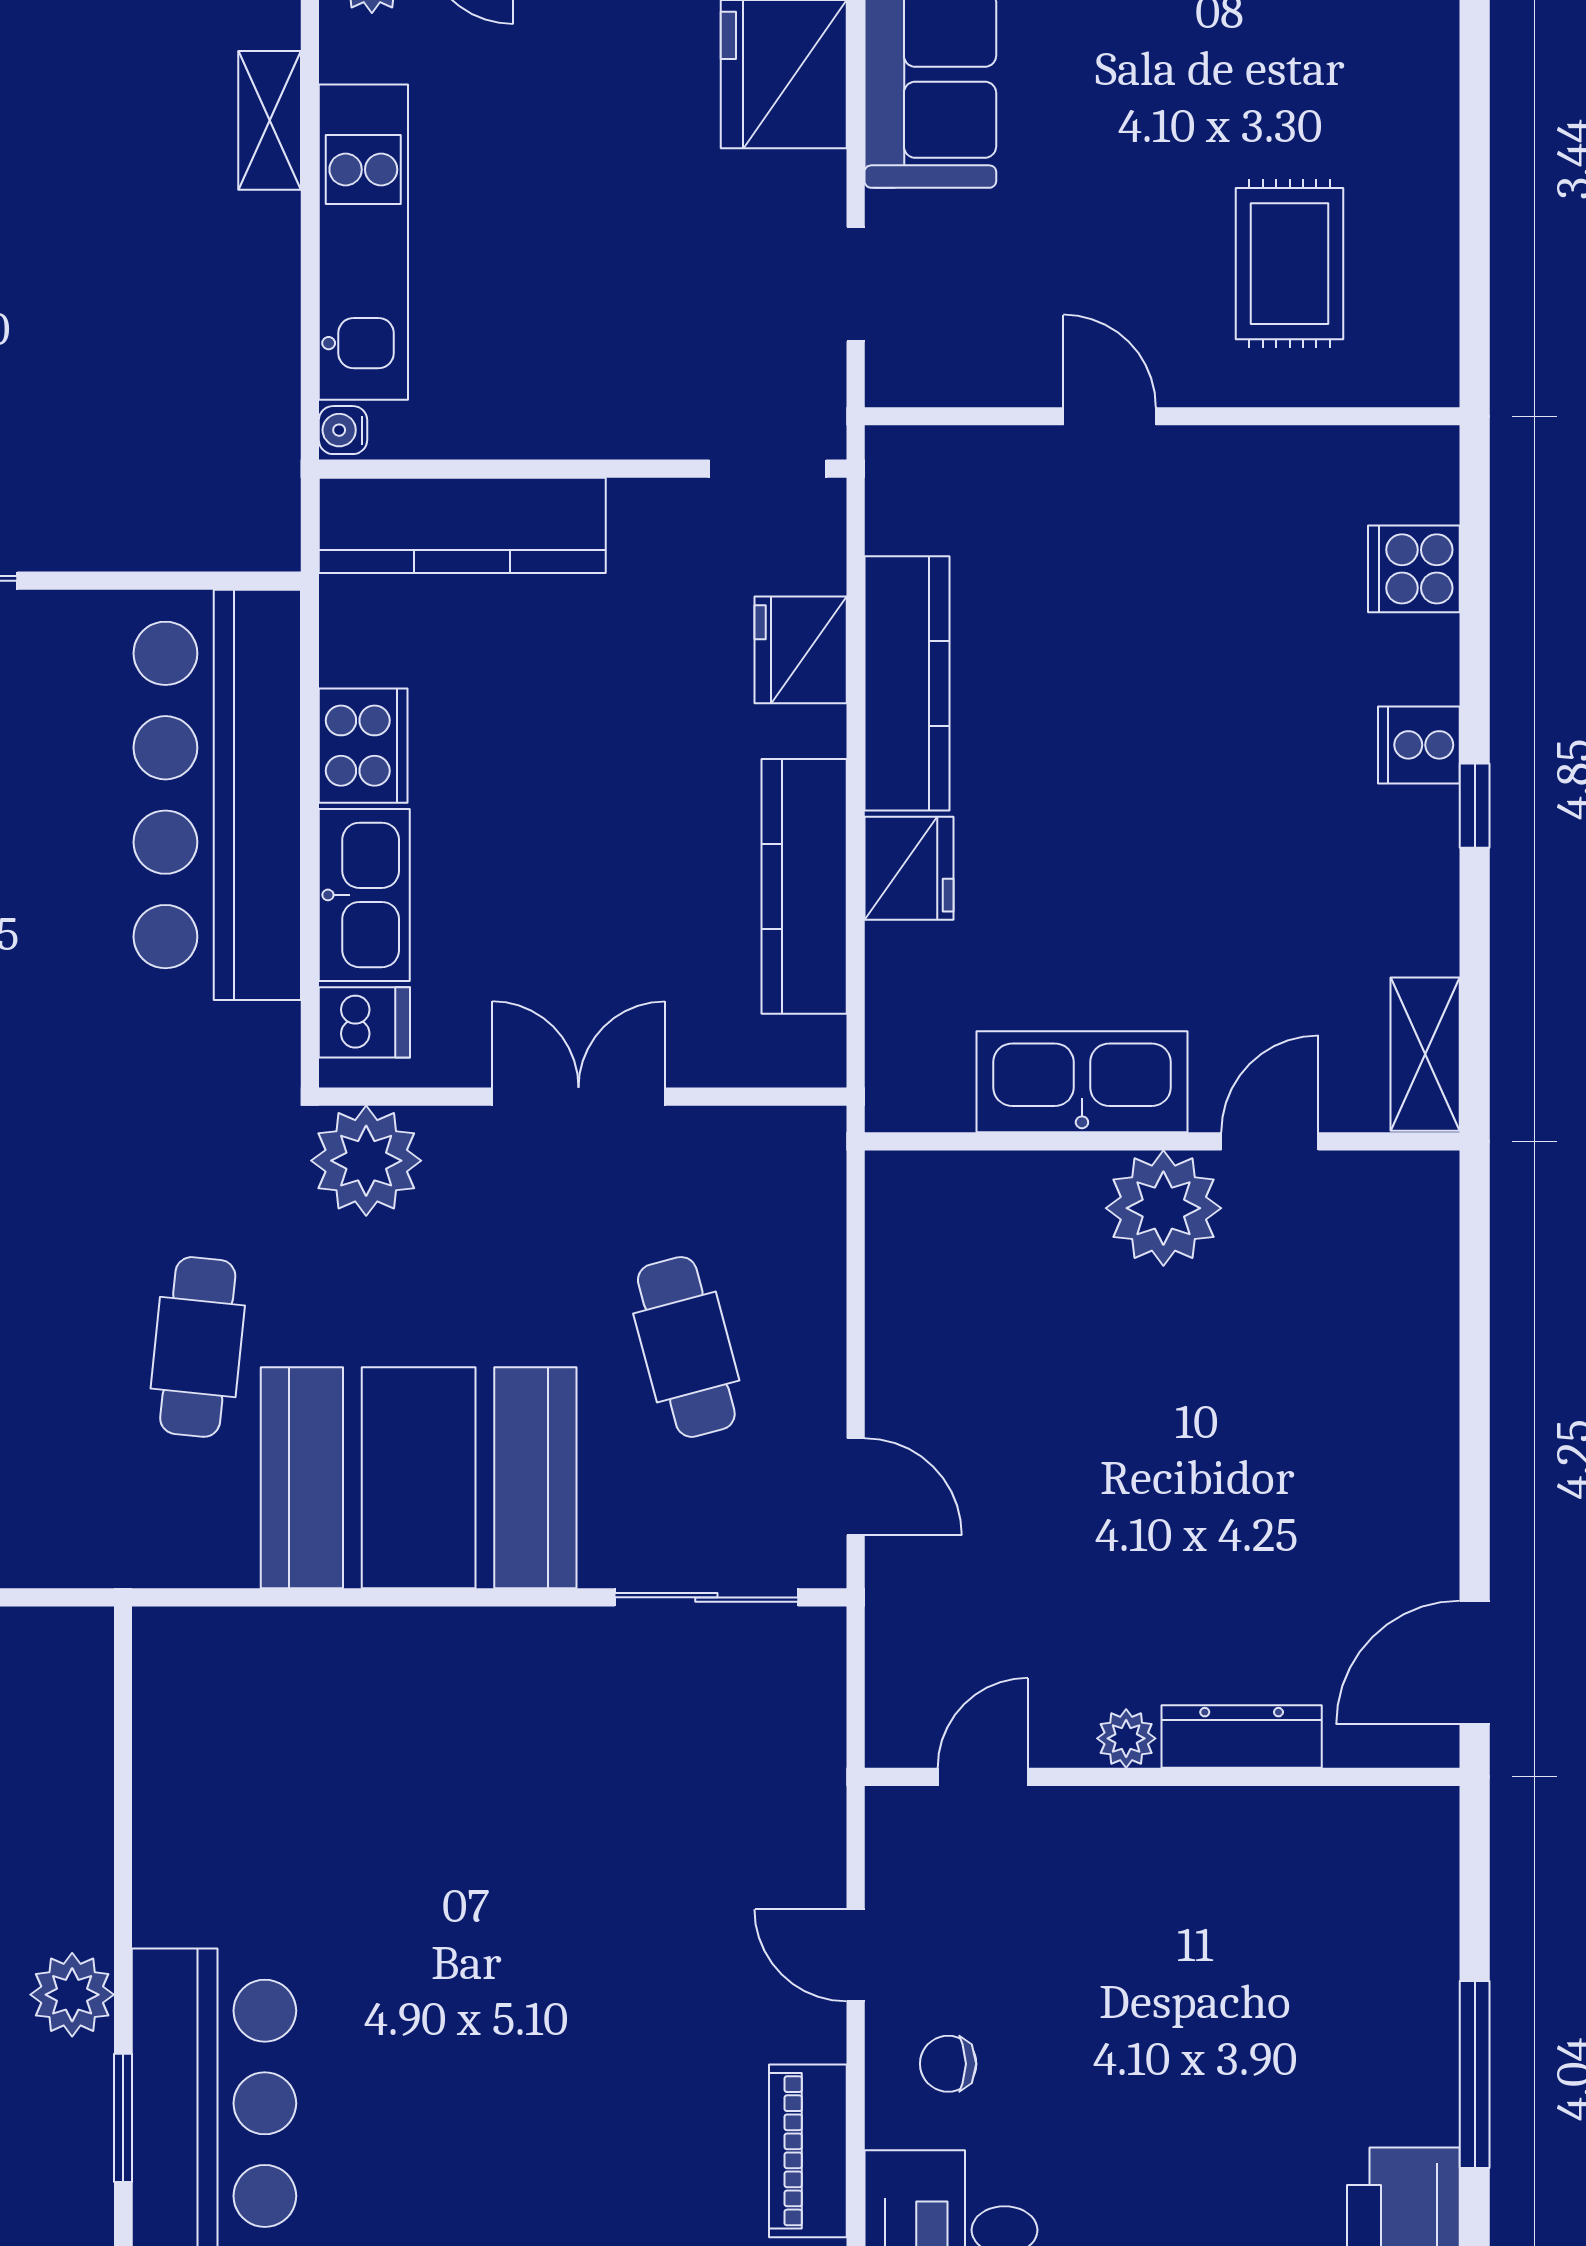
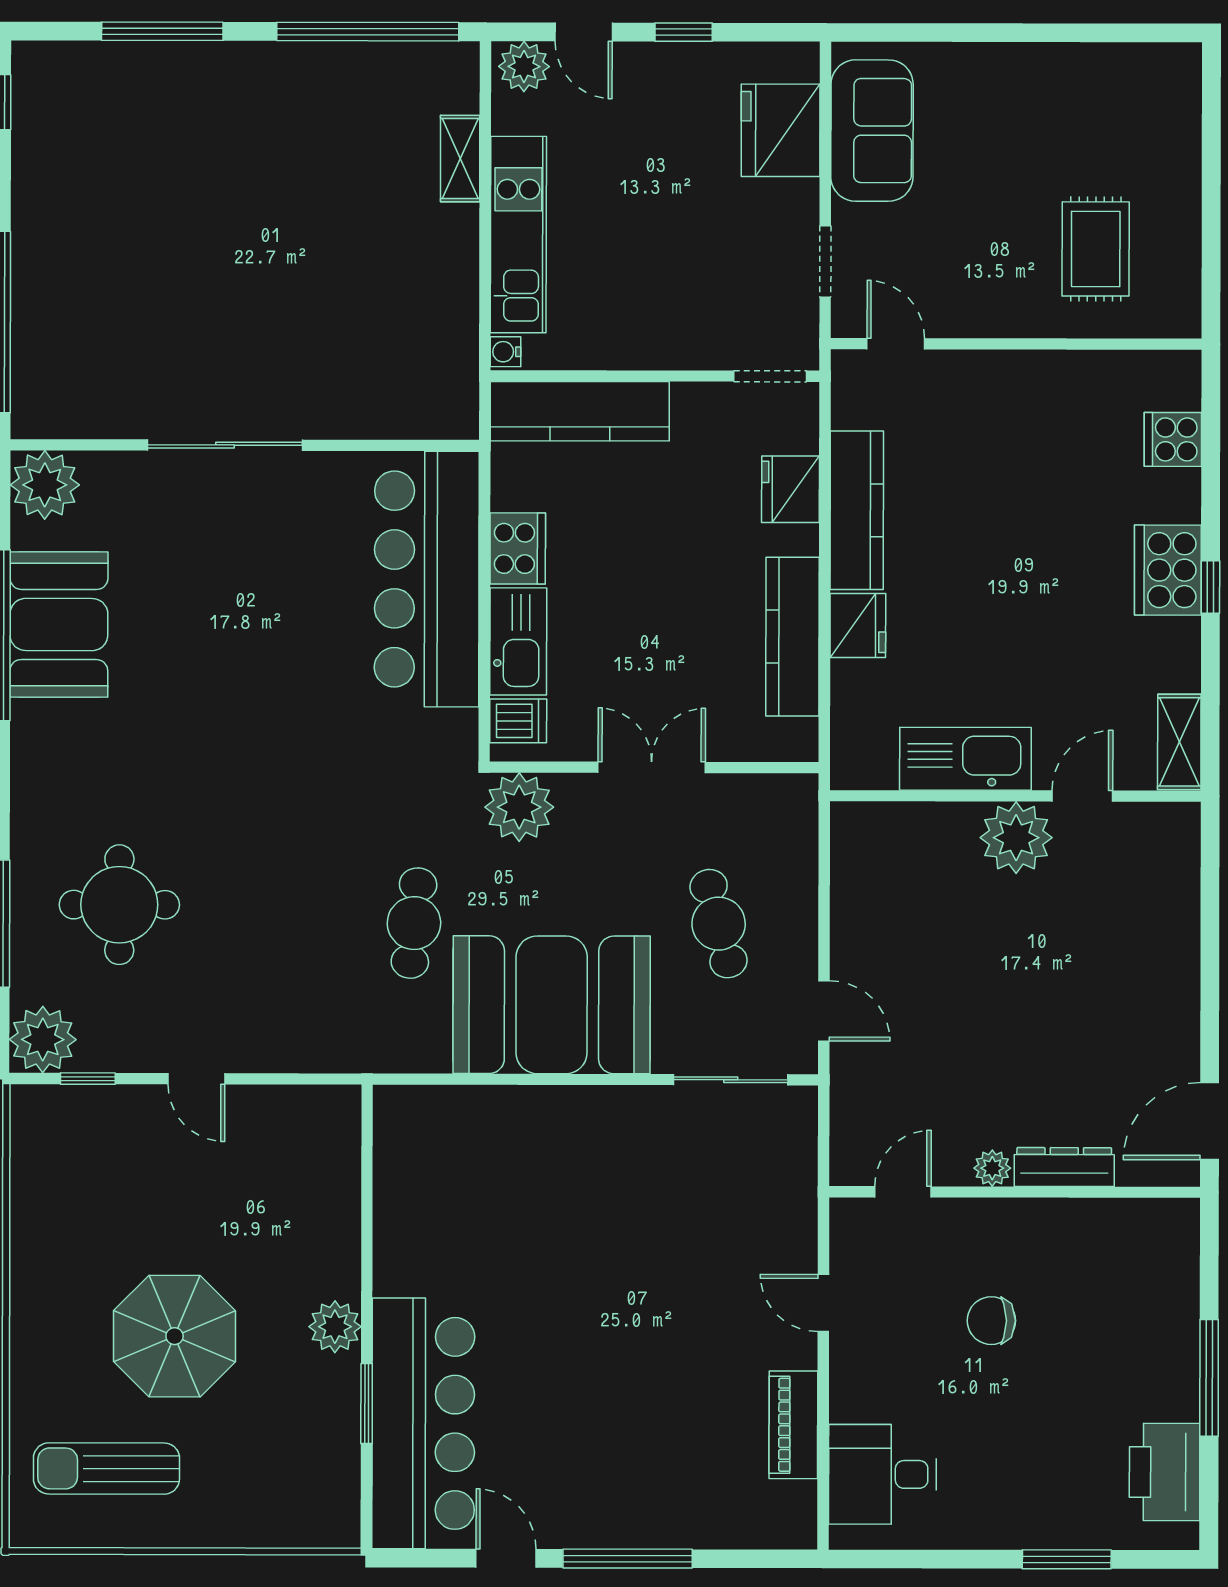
door: (1110, 416) -> (896, 344), moved
cooker: (1419, 745) -> (1168, 570), width x1.87, depth x1.31
chair: (948, 2064) -> (991, 1321), moved, width x1.37, depth x1.37

